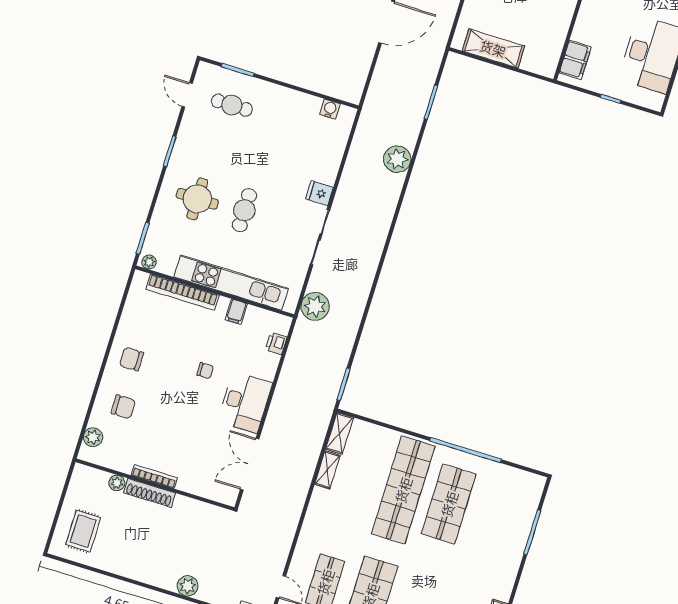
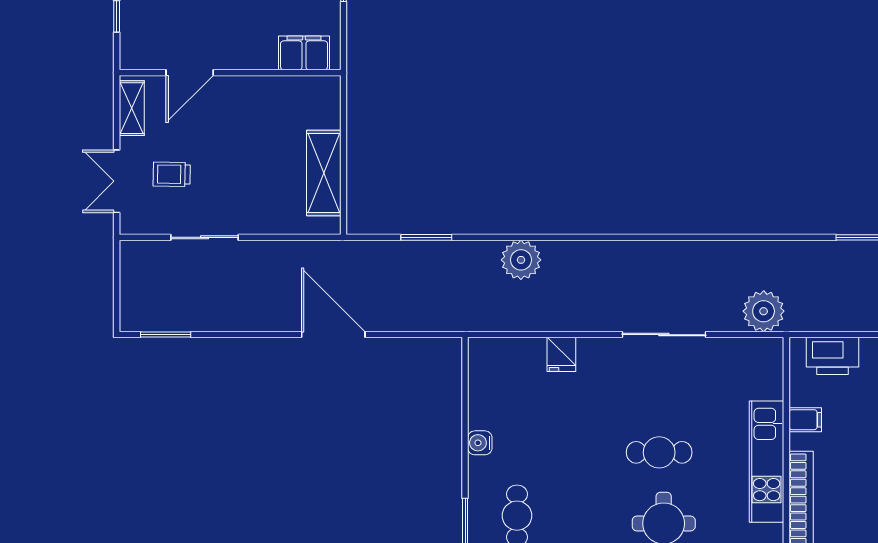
water cooler: (330, 109) -> (480, 443), moved
fridge: (319, 193) -> (561, 354), moved
kitchen unit: (231, 283) -> (767, 462), width x0.73
printer: (276, 343) -> (833, 356), width x1.87, depth x1.48

